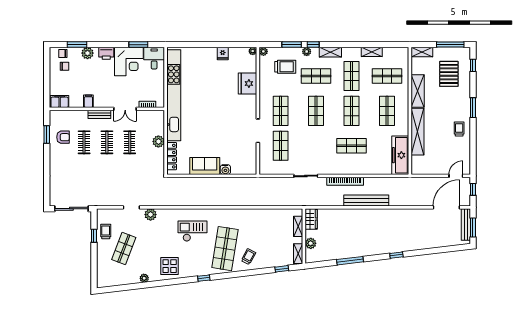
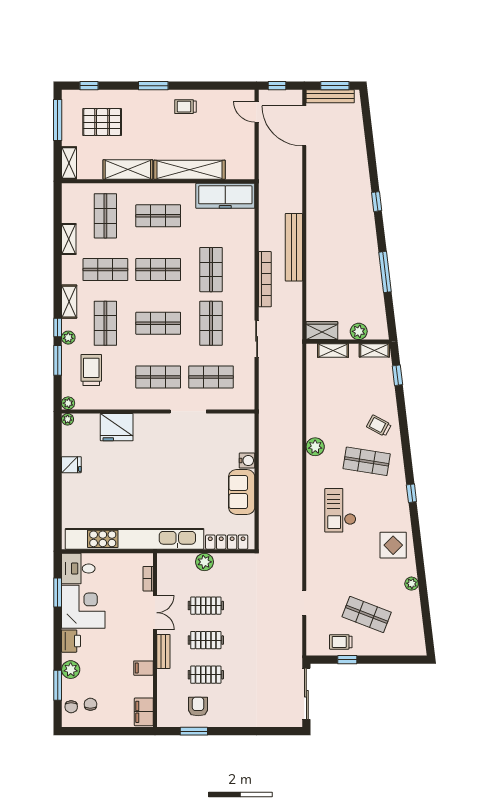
shop shelf: (316, 146) -> (211, 323), added
plant: (151, 215) -> (315, 447), moved
shop shelf: (225, 249) -> (367, 461), width x0.70, depth x0.74

